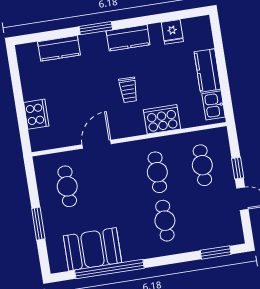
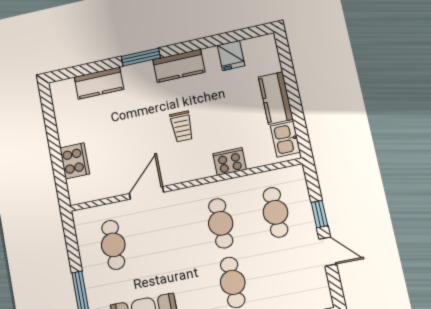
cooker: (162, 119) -> (230, 162), width x0.73, depth x0.76

